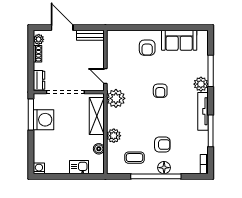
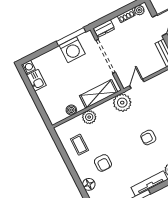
kitchen sink: (79, 167) -> (36, 80), moved
floor lamp: (164, 168) -> (89, 184), moved
window: (156, 176) -> (73, 171), removed

